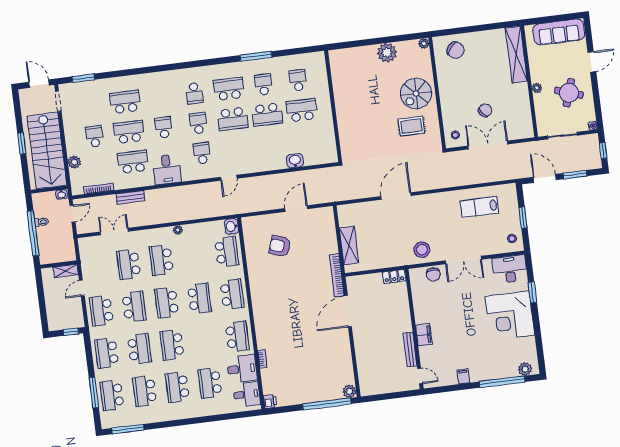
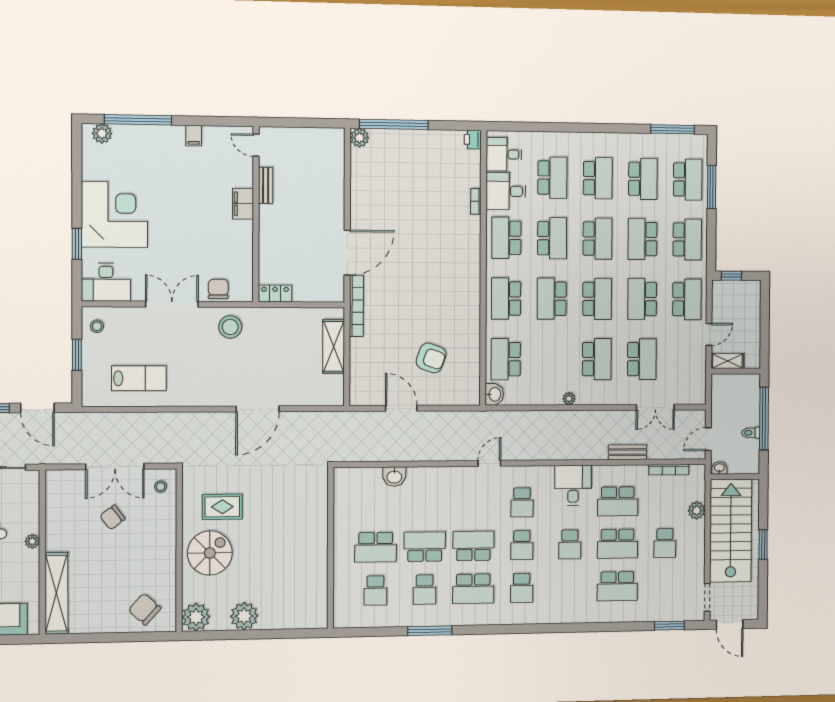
plant: (424, 43) -> (196, 617), width x1.87, depth x1.87
school desk: (194, 93) -> (522, 588), turned 180
door: (296, 209) -> (401, 408), swing flipped
school desk: (205, 341) -> (552, 238), added
bench: (410, 349) -> (266, 185), width x0.73

